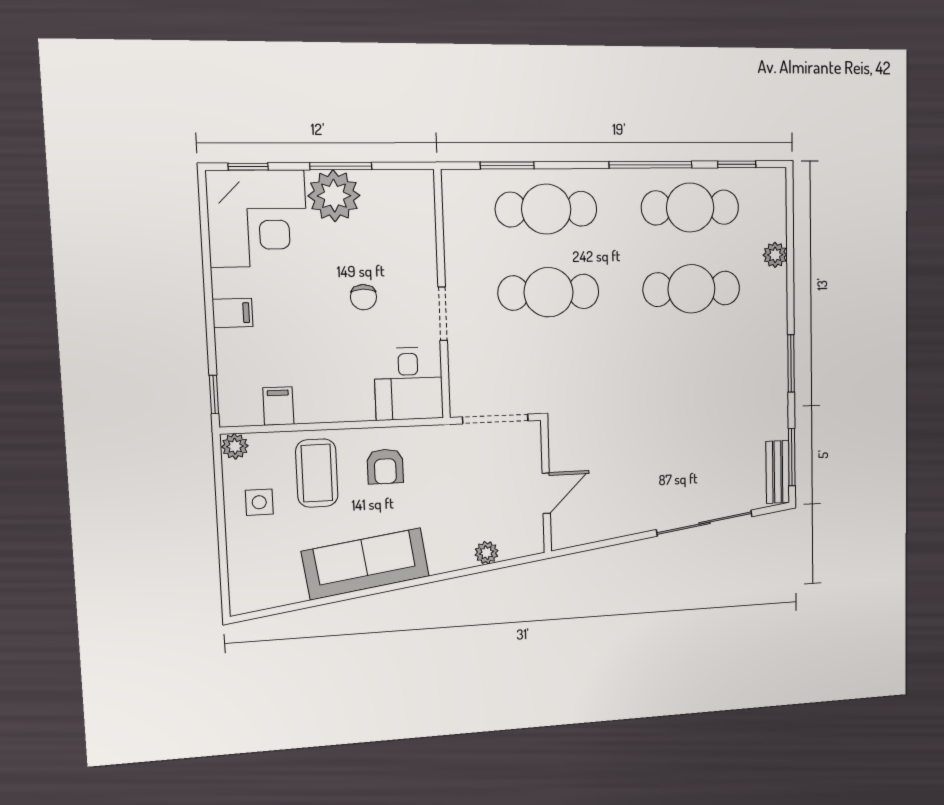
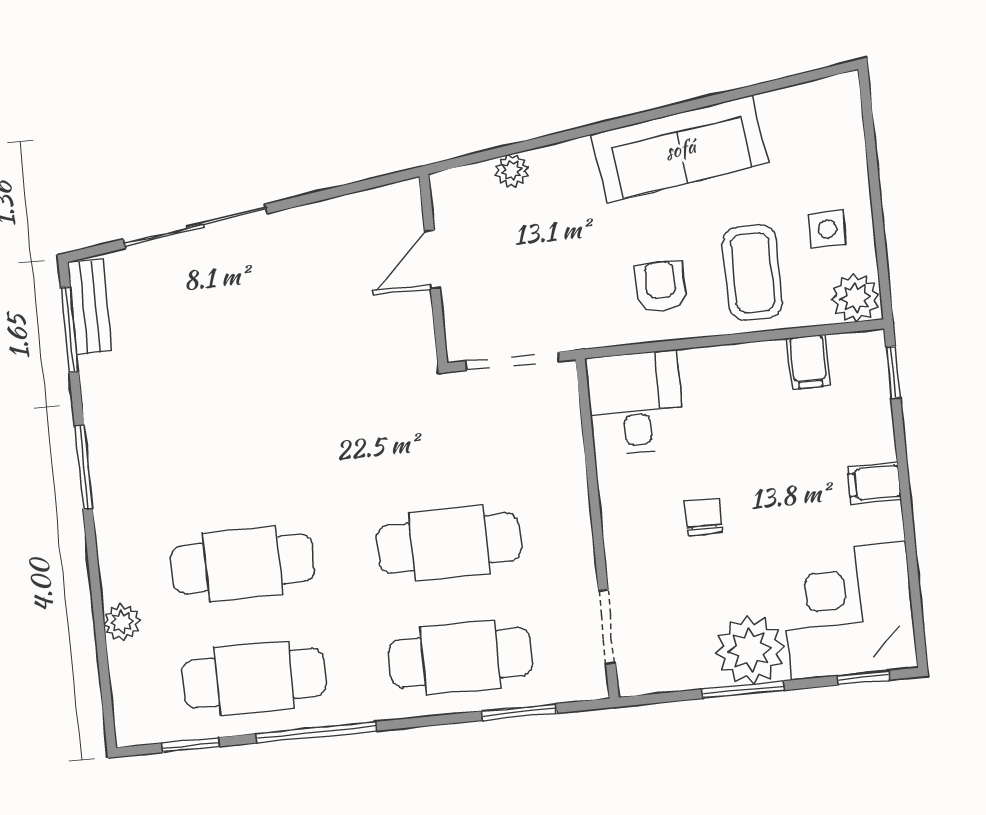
doorway: (443, 314) -> (607, 627), moved
plant: (235, 446) -> (855, 298), width x1.38, depth x1.38

